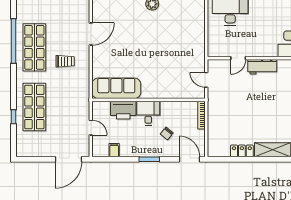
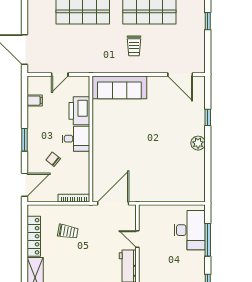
door: (91, 34) -> (180, 74), moved
door: (206, 80) -> (113, 203), width x1.87
sofa: (116, 88) -> (119, 87), moved, turned 90
trolley: (231, 120) -> (68, 232), added
locker: (242, 151) -> (34, 236), width x1.53

